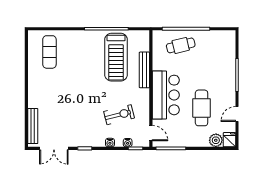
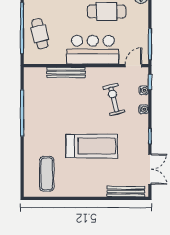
exercise mat: (49, 52) -> (47, 174), turned 90
treadmill: (116, 57) -> (92, 146), moved

